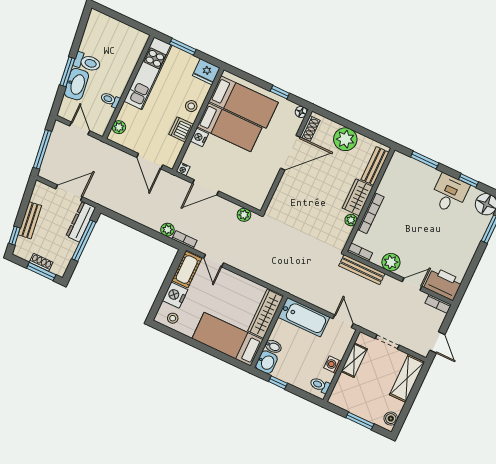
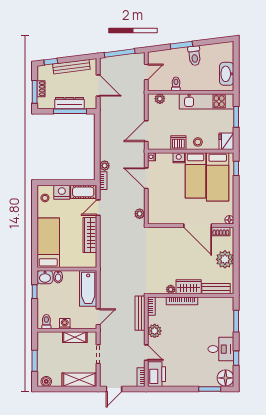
washbasin: (76, 84) -> (227, 74), moved, turned 97
window: (280, 92) -> (236, 168), moved
bench: (30, 220) -> (71, 67), width x1.36
dresser: (81, 222) -> (69, 103), moved
wardrobe: (265, 314) -> (90, 235), moved, turned -90

